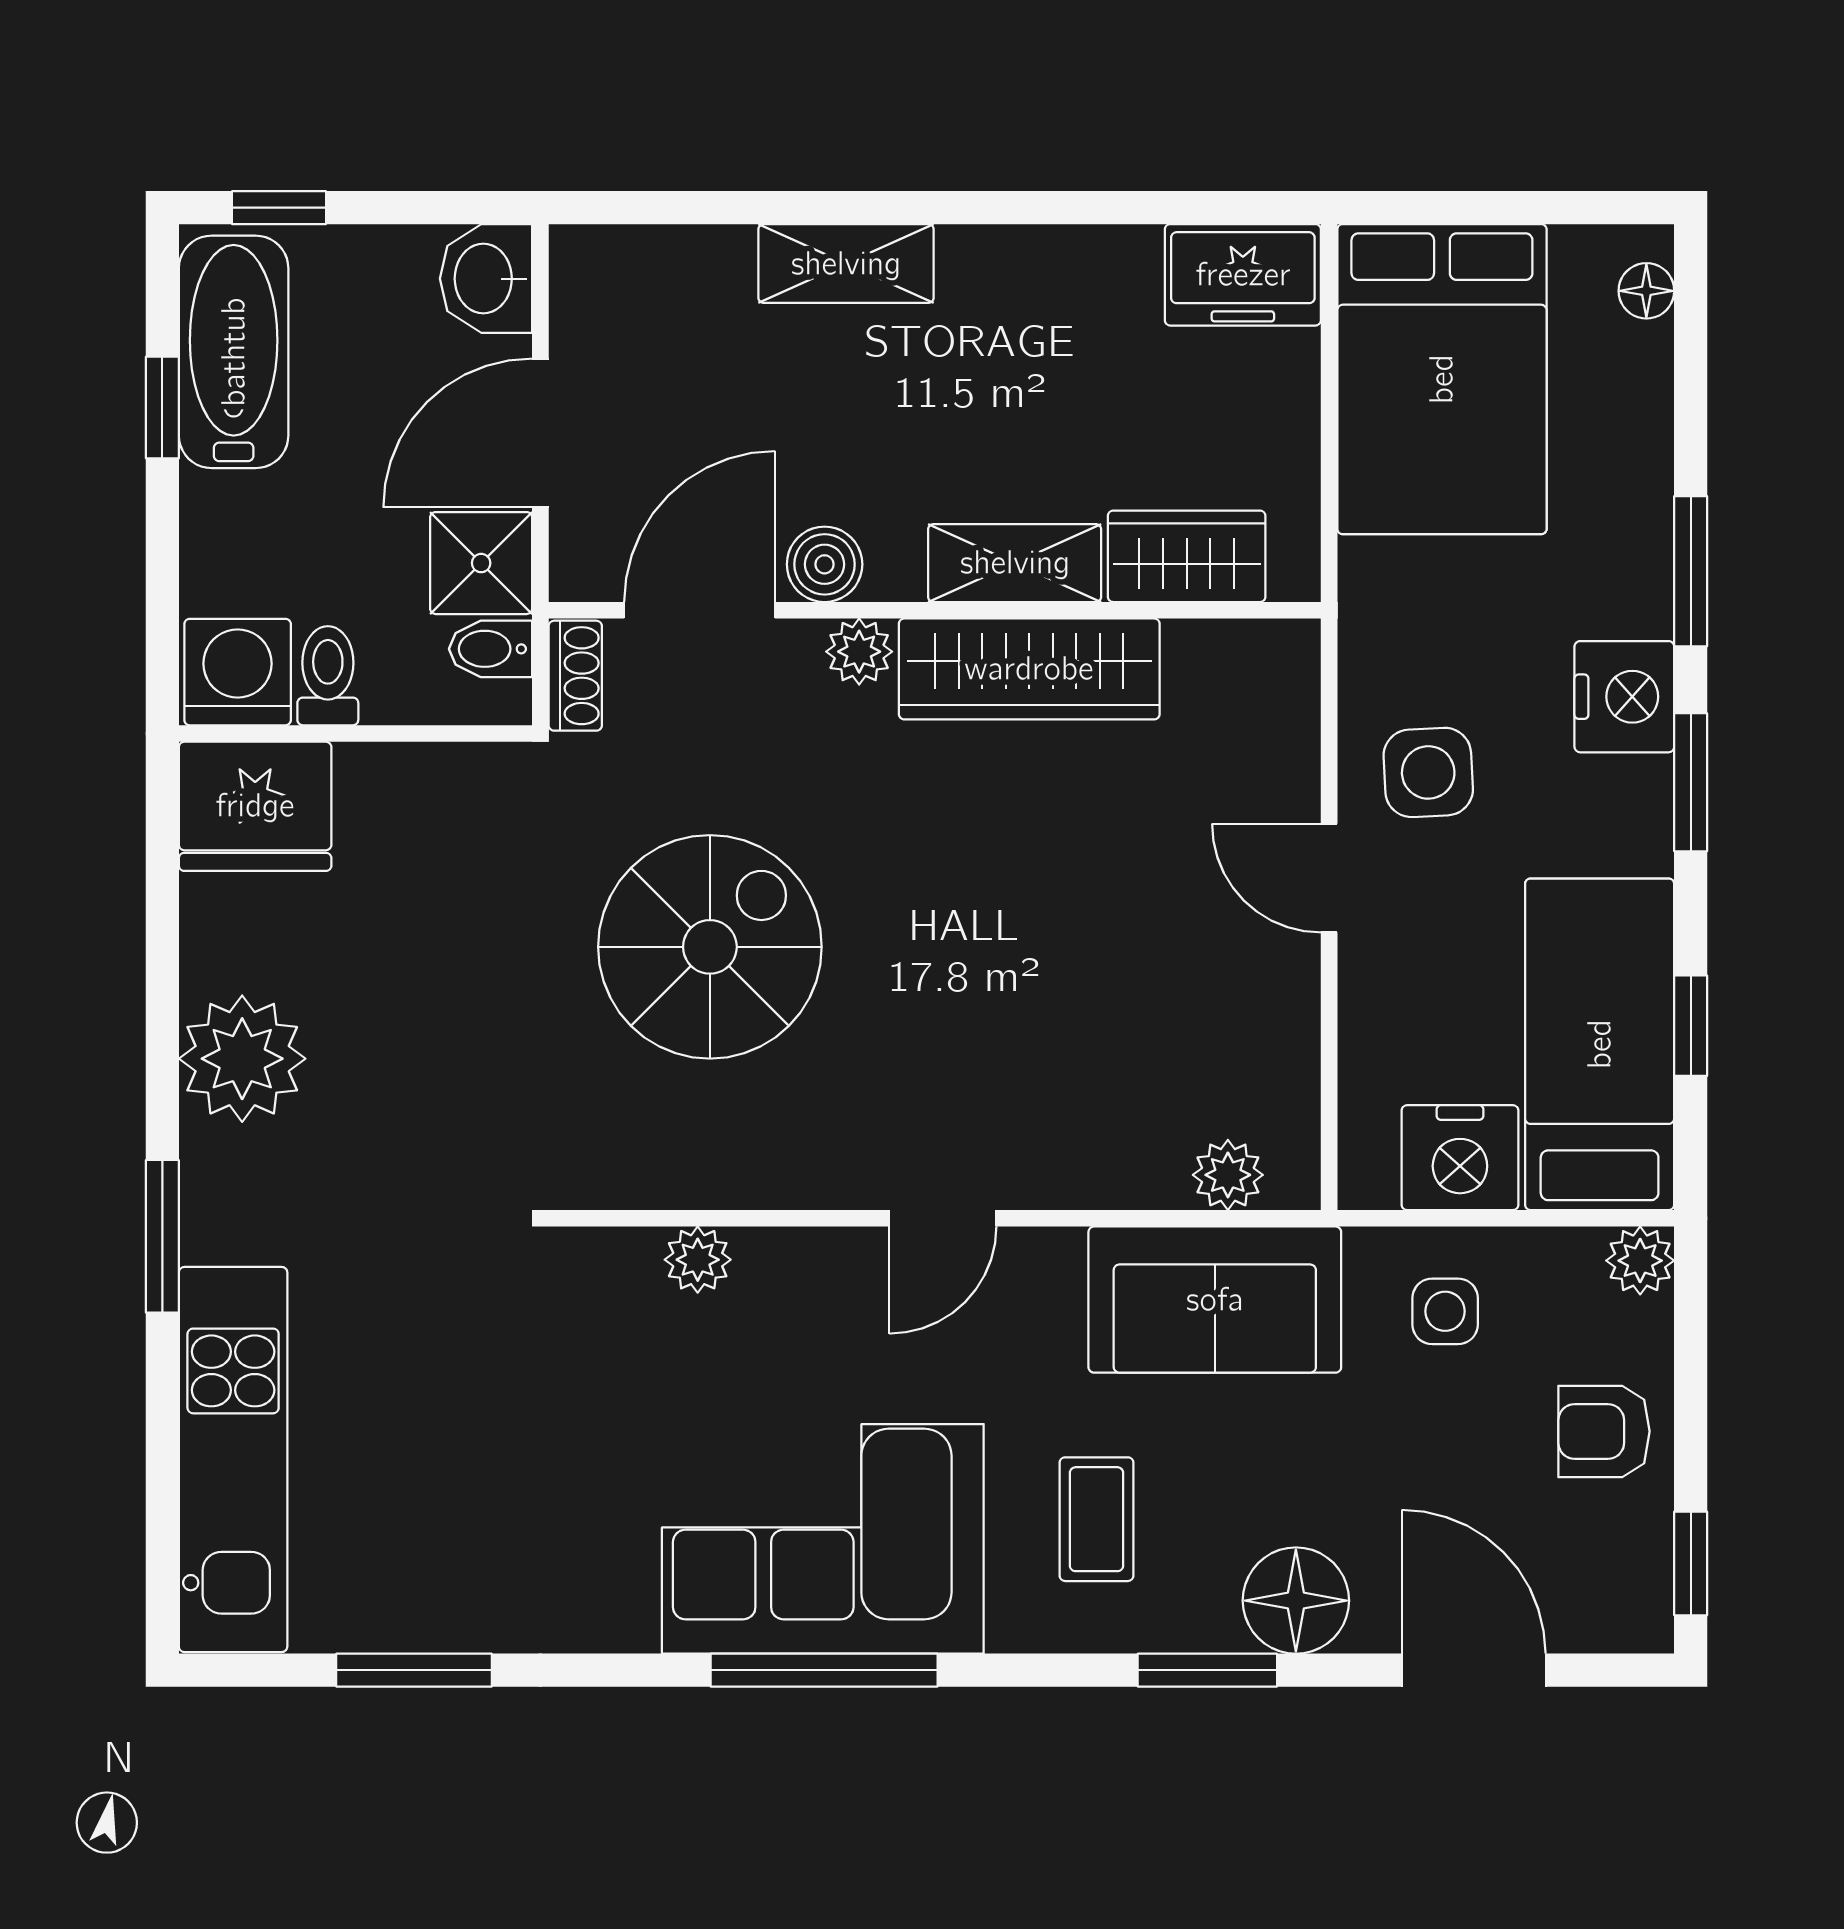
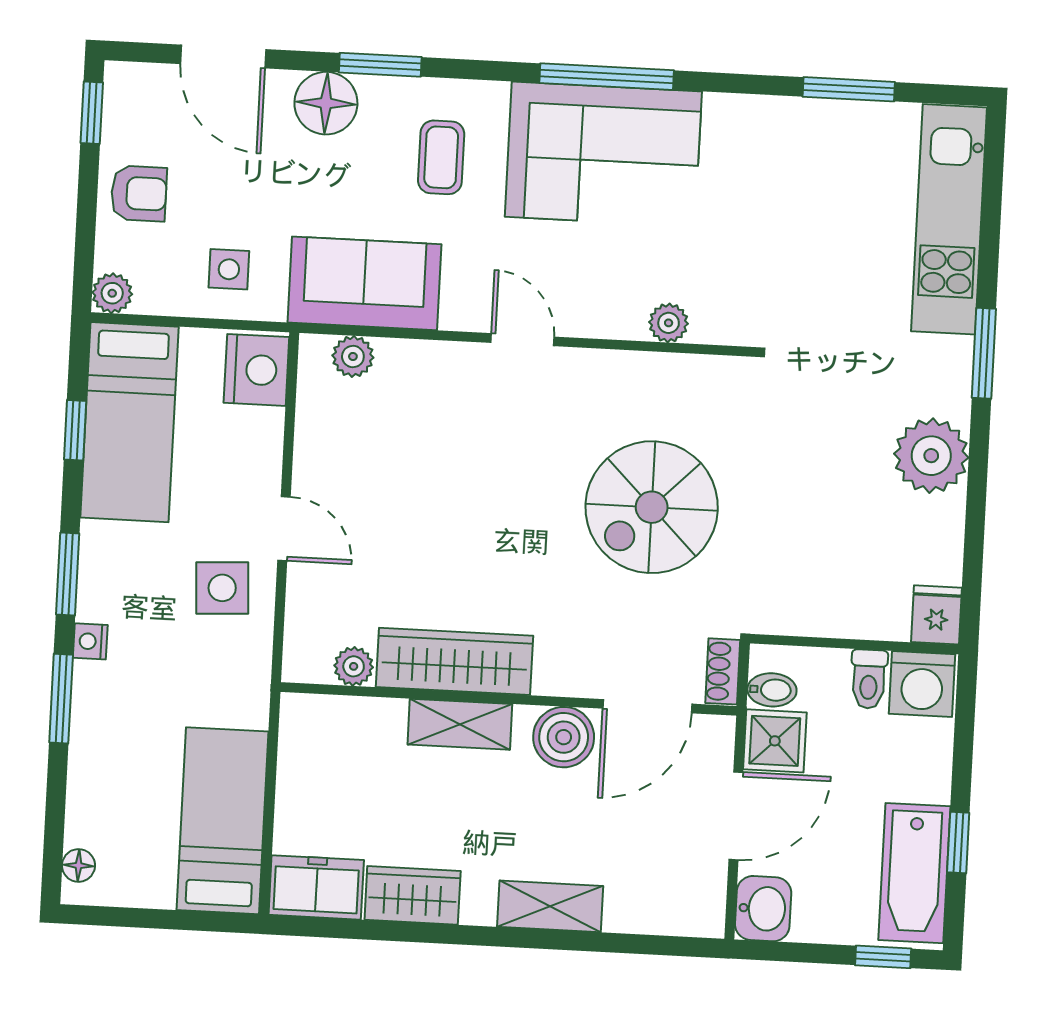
bed: (1442, 379) -> (223, 821), width x0.67
wardrobe: (1187, 556) -> (413, 895), moved, turned 180
boiler: (825, 564) -> (564, 737), width x1.36, depth x1.36
plant: (859, 652) -> (354, 666), moved
nightstand: (1624, 697) -> (90, 641), width x0.53, depth x0.56
fridge: (255, 806) -> (936, 615), width x0.53, depth x0.75
nightstand: (1460, 1158) -> (256, 370), moved, turned 90
door: (943, 1218) -> (523, 340), hinge flipped

